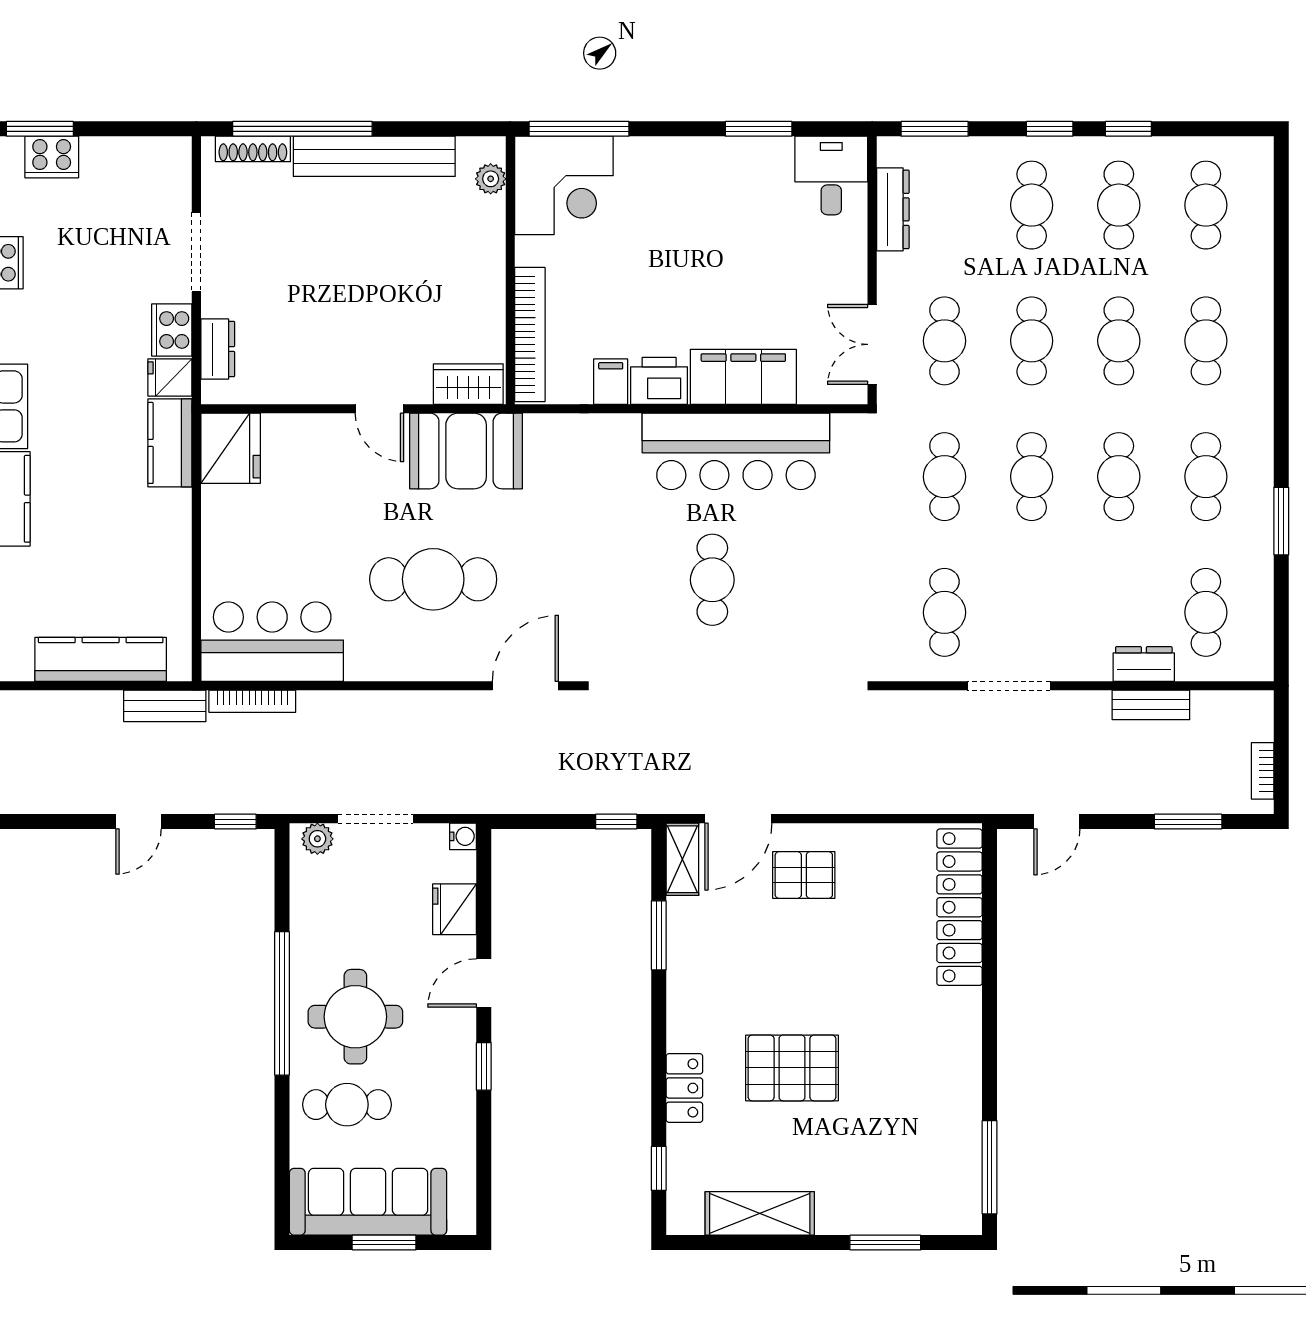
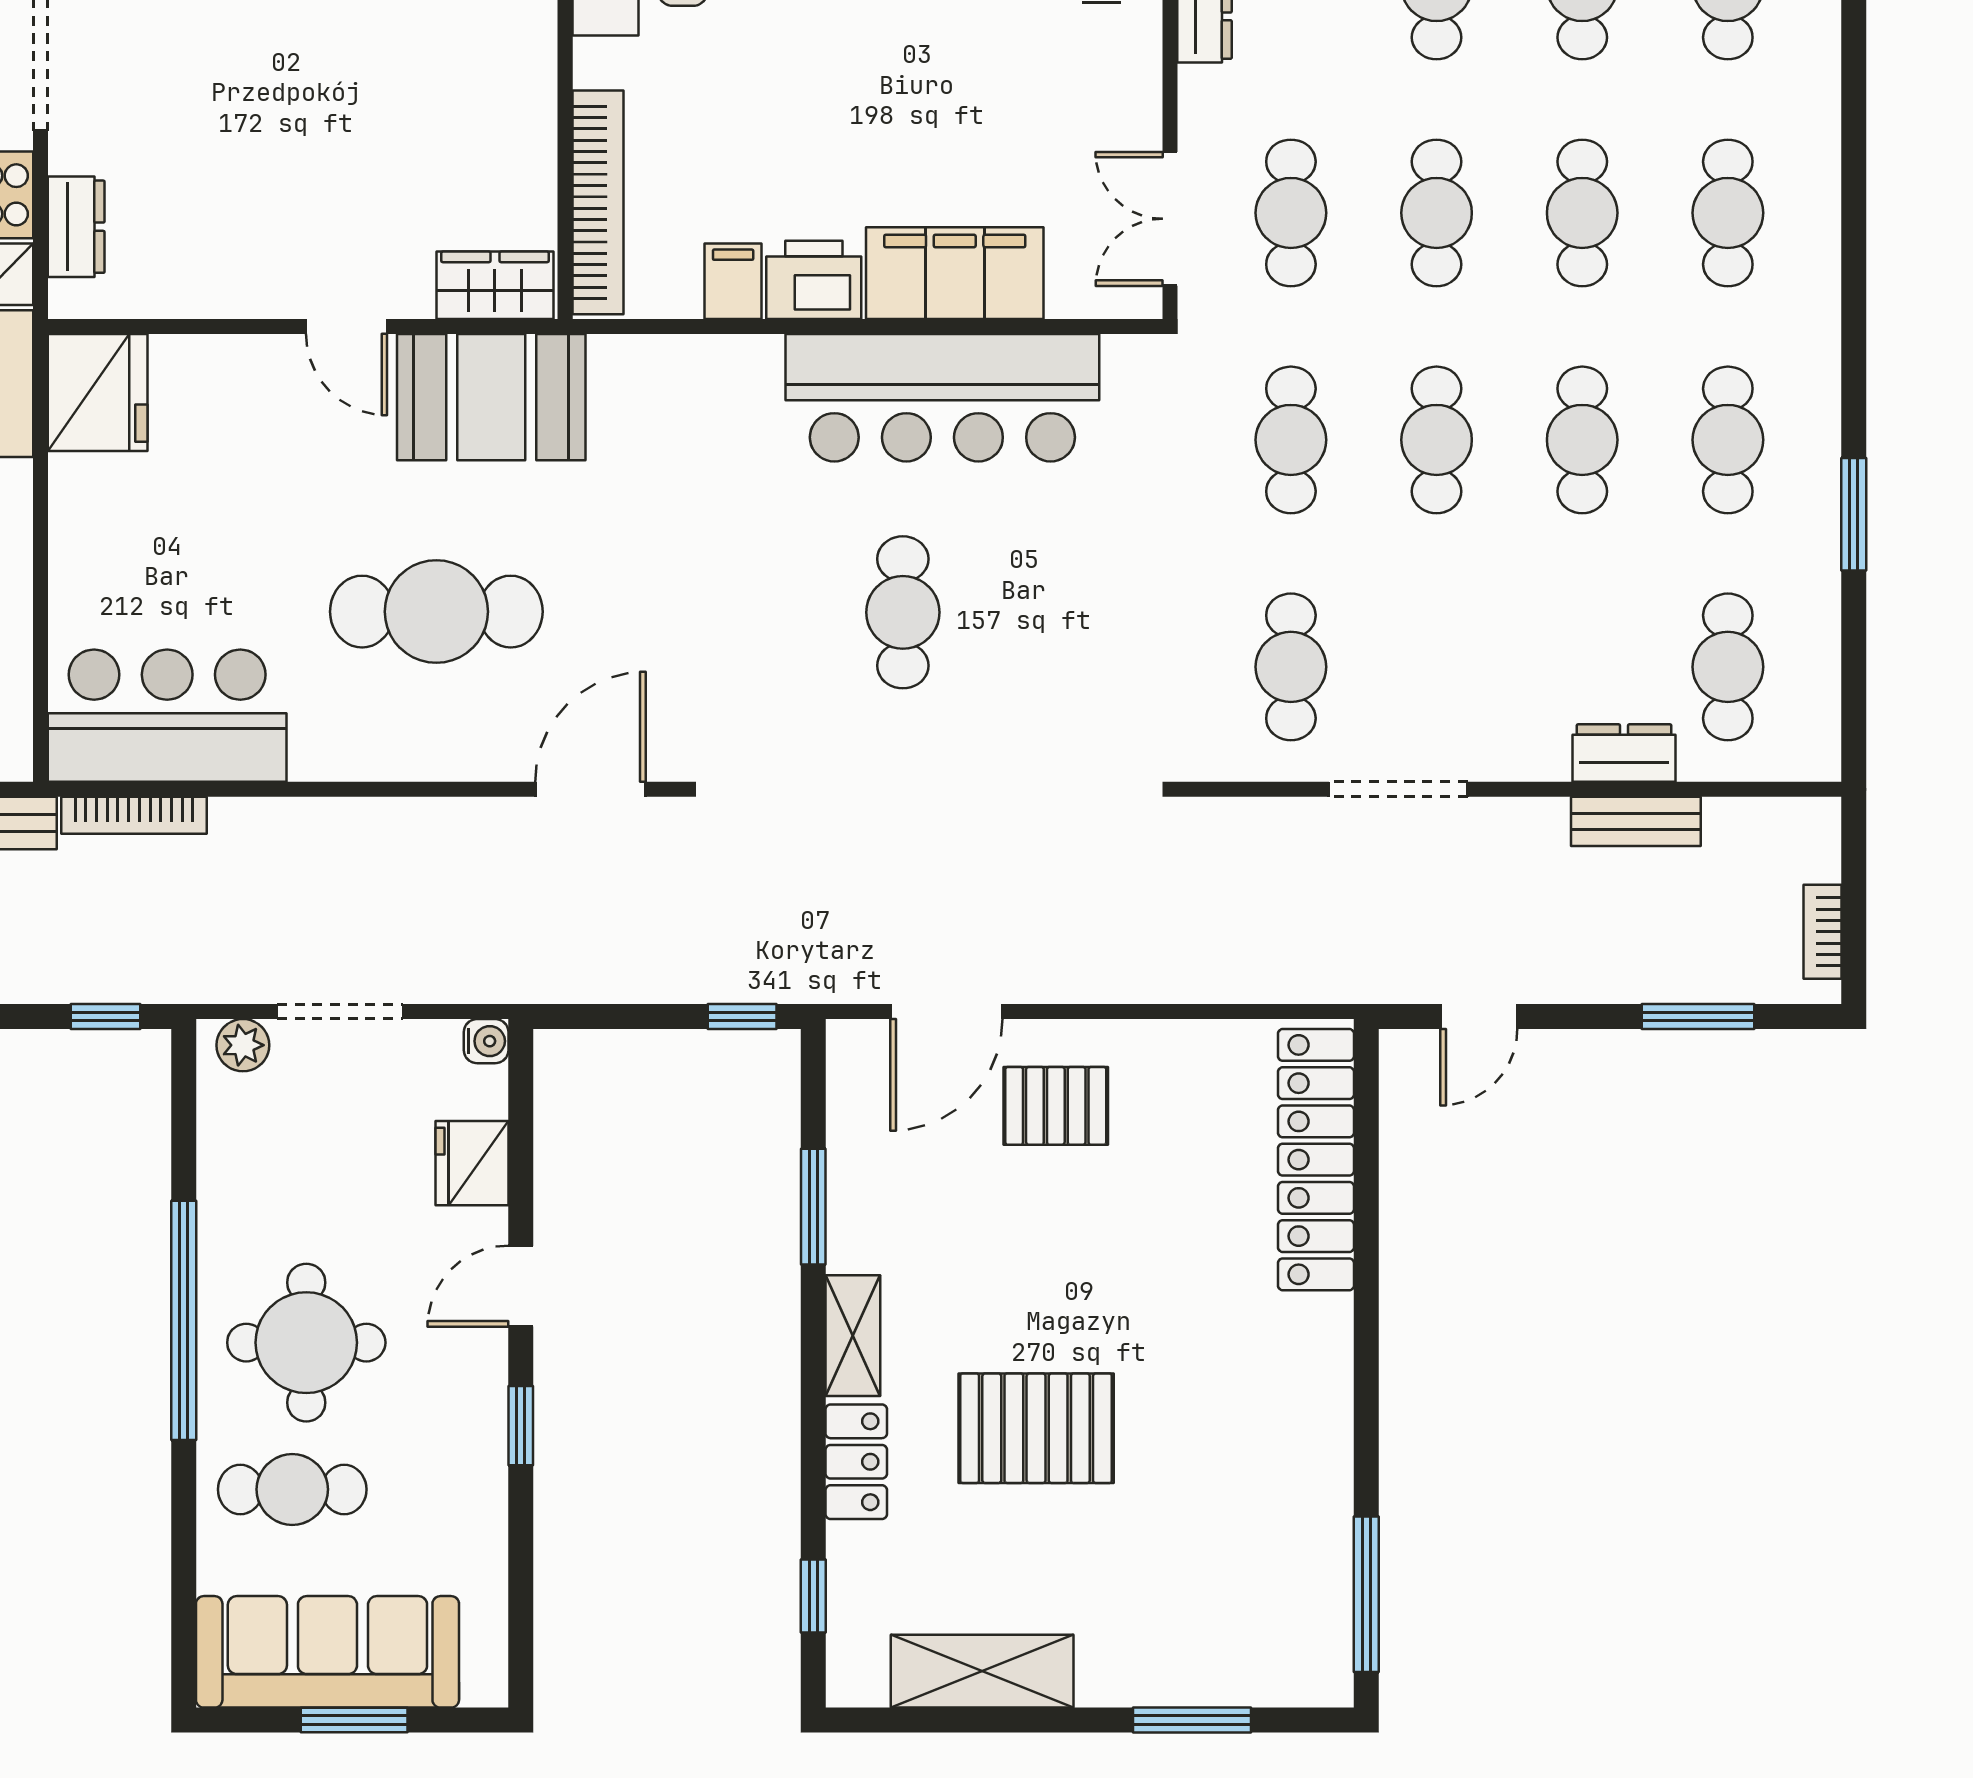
shelving: (682, 859) -> (853, 1336), moved

